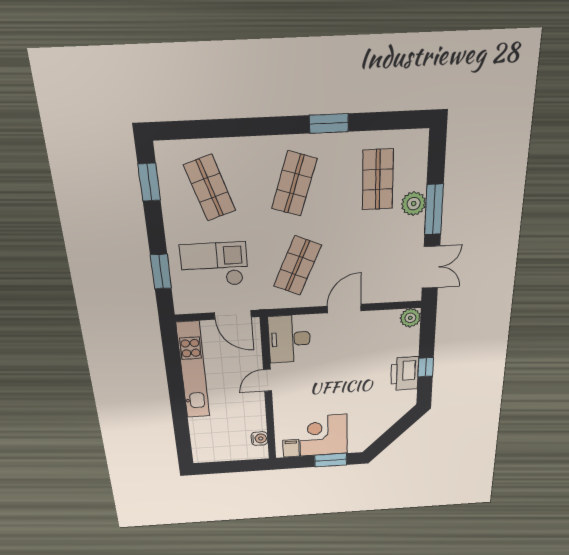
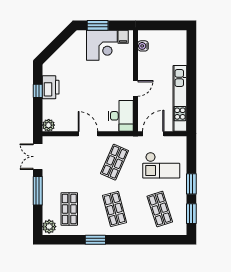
shop shelf: (294, 184) -> (115, 209), turned -33
plant: (414, 204) -> (49, 227), moved
window: (161, 272) -> (191, 184), moved
door: (344, 309) -> (88, 134), swing flipped
door: (233, 315) -> (153, 134), hinge flipped

